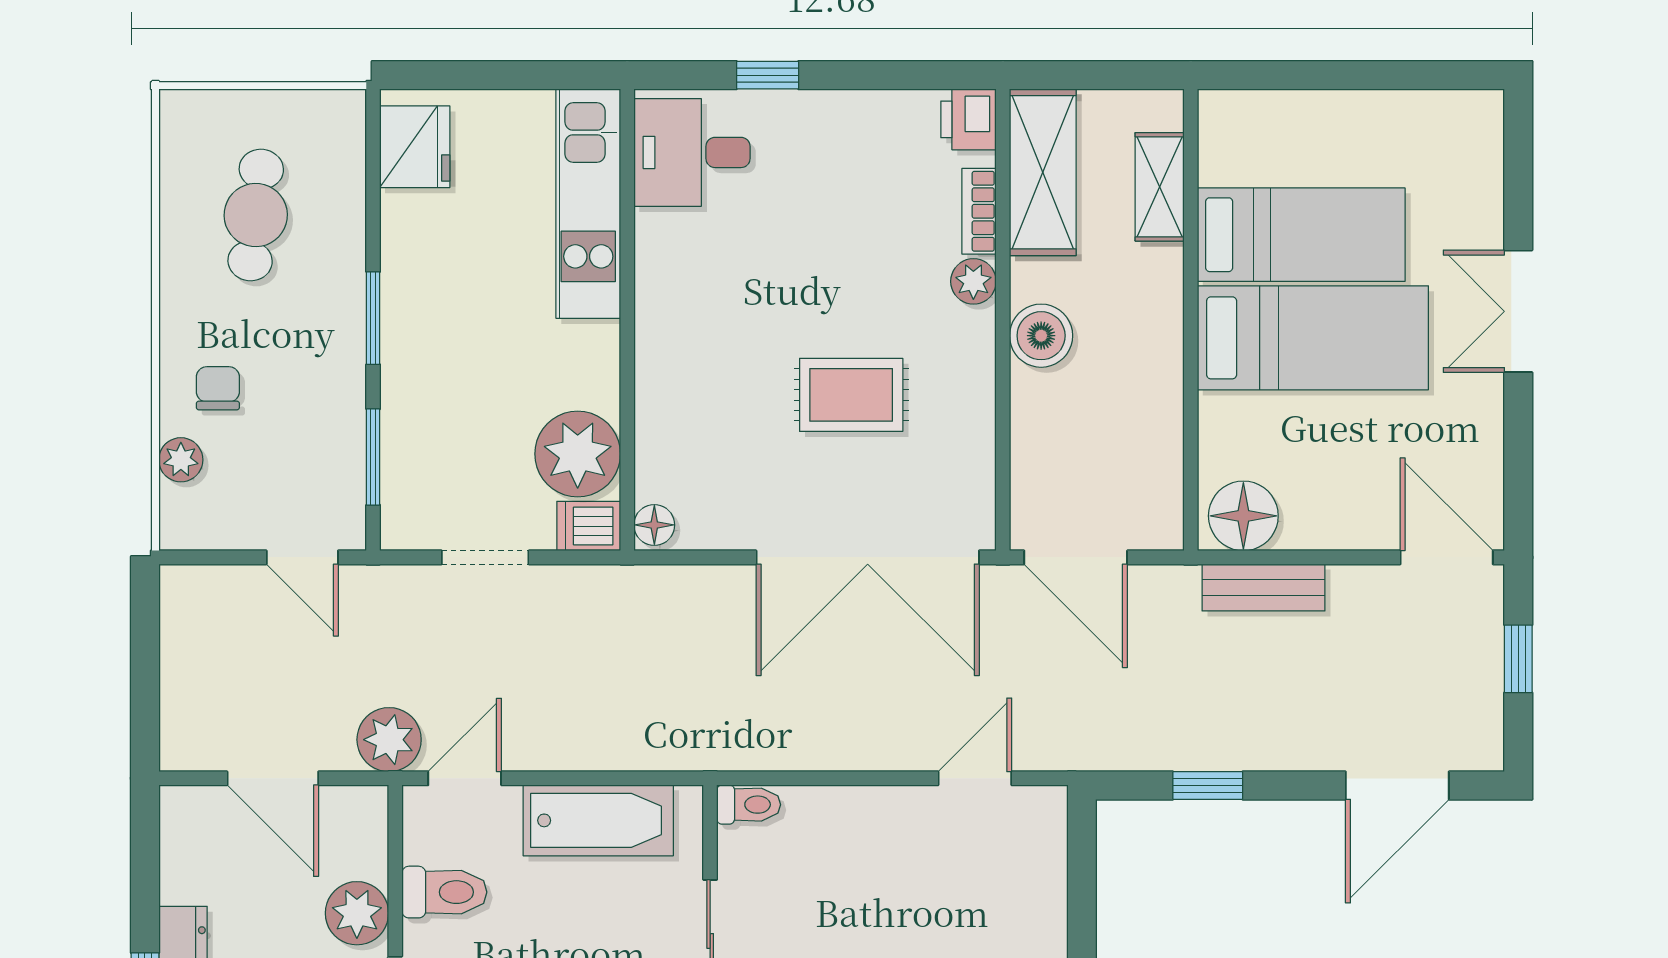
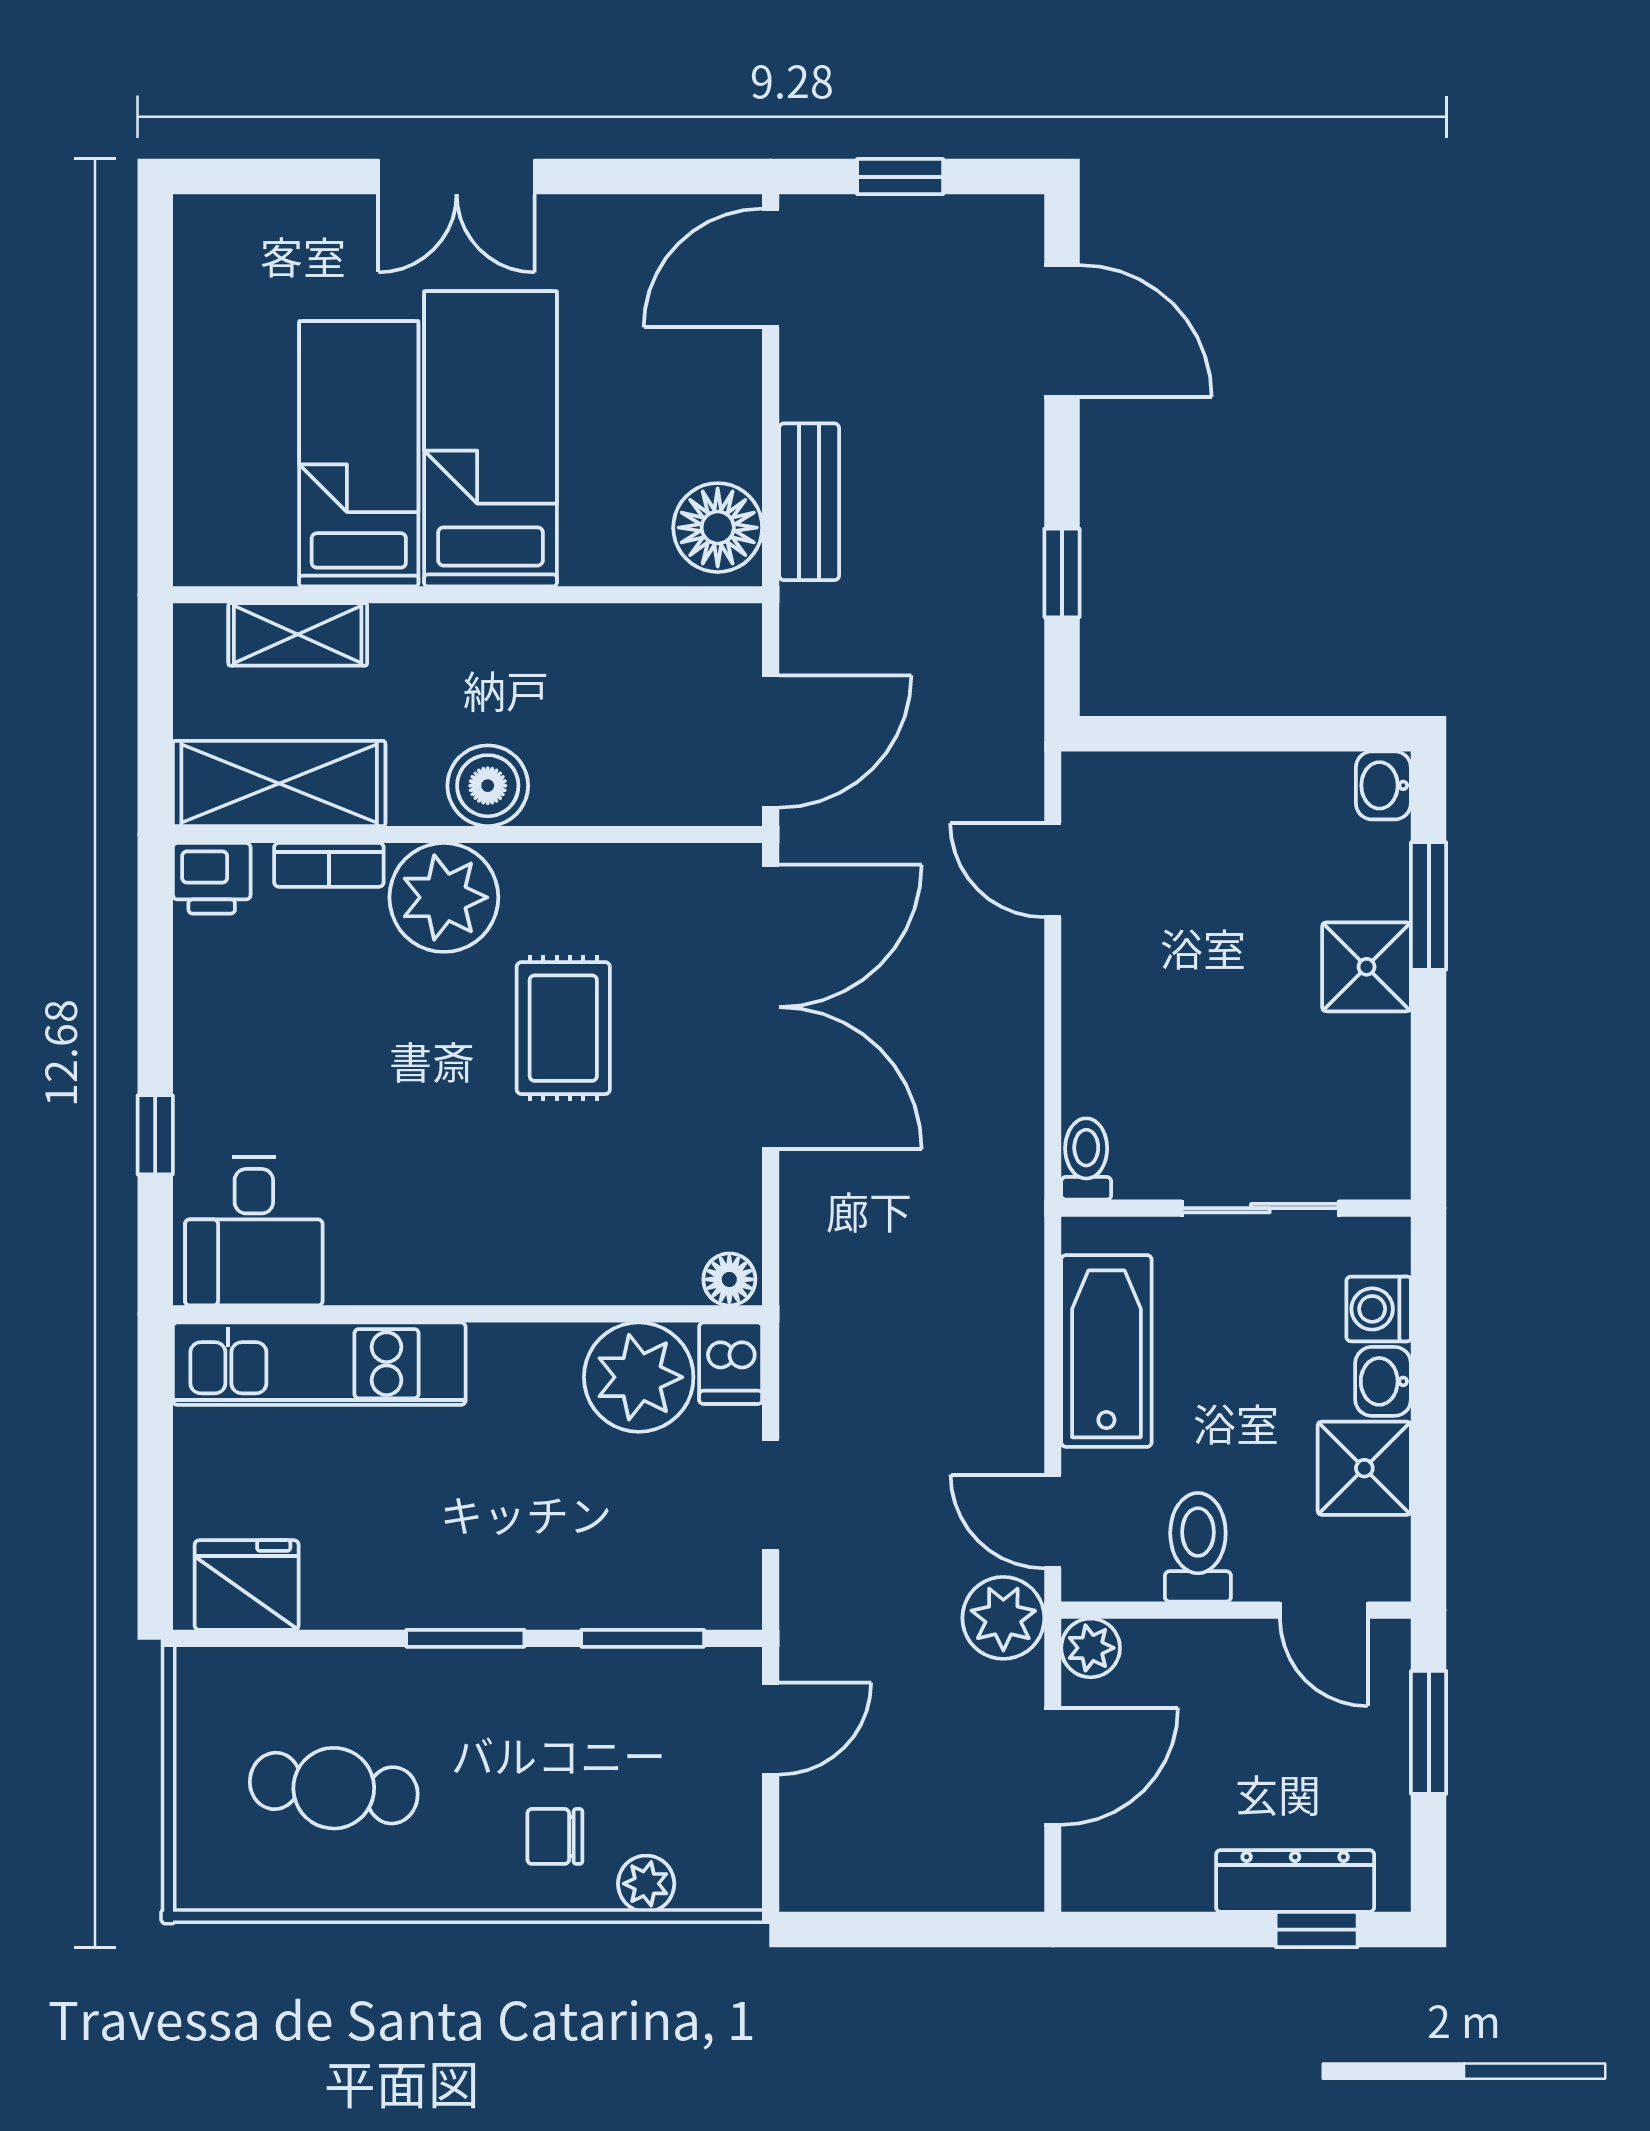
plant: (973, 281) -> (444, 897), width x1.88, depth x1.88
plant: (357, 913) -> (1091, 1648), moved, width x0.73, depth x0.73

